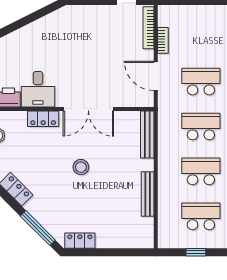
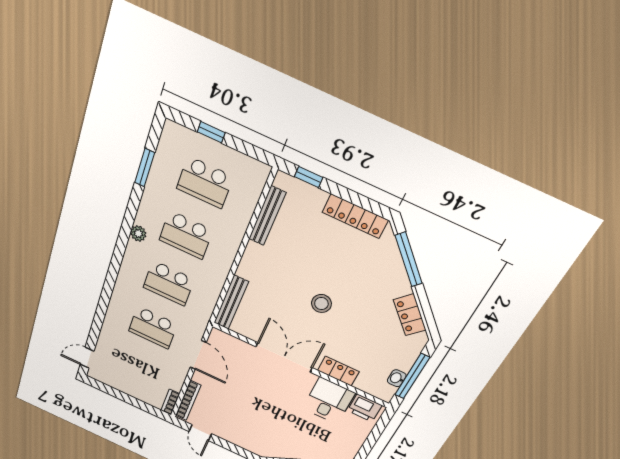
bookcase: (163, 40) -> (170, 402), moved
bench: (148, 194) -> (267, 216), moved
locker: (80, 241) -> (355, 216), width x1.53
window: (131, 252) -> (309, 177), added
window: (196, 252) -> (211, 132), moved

